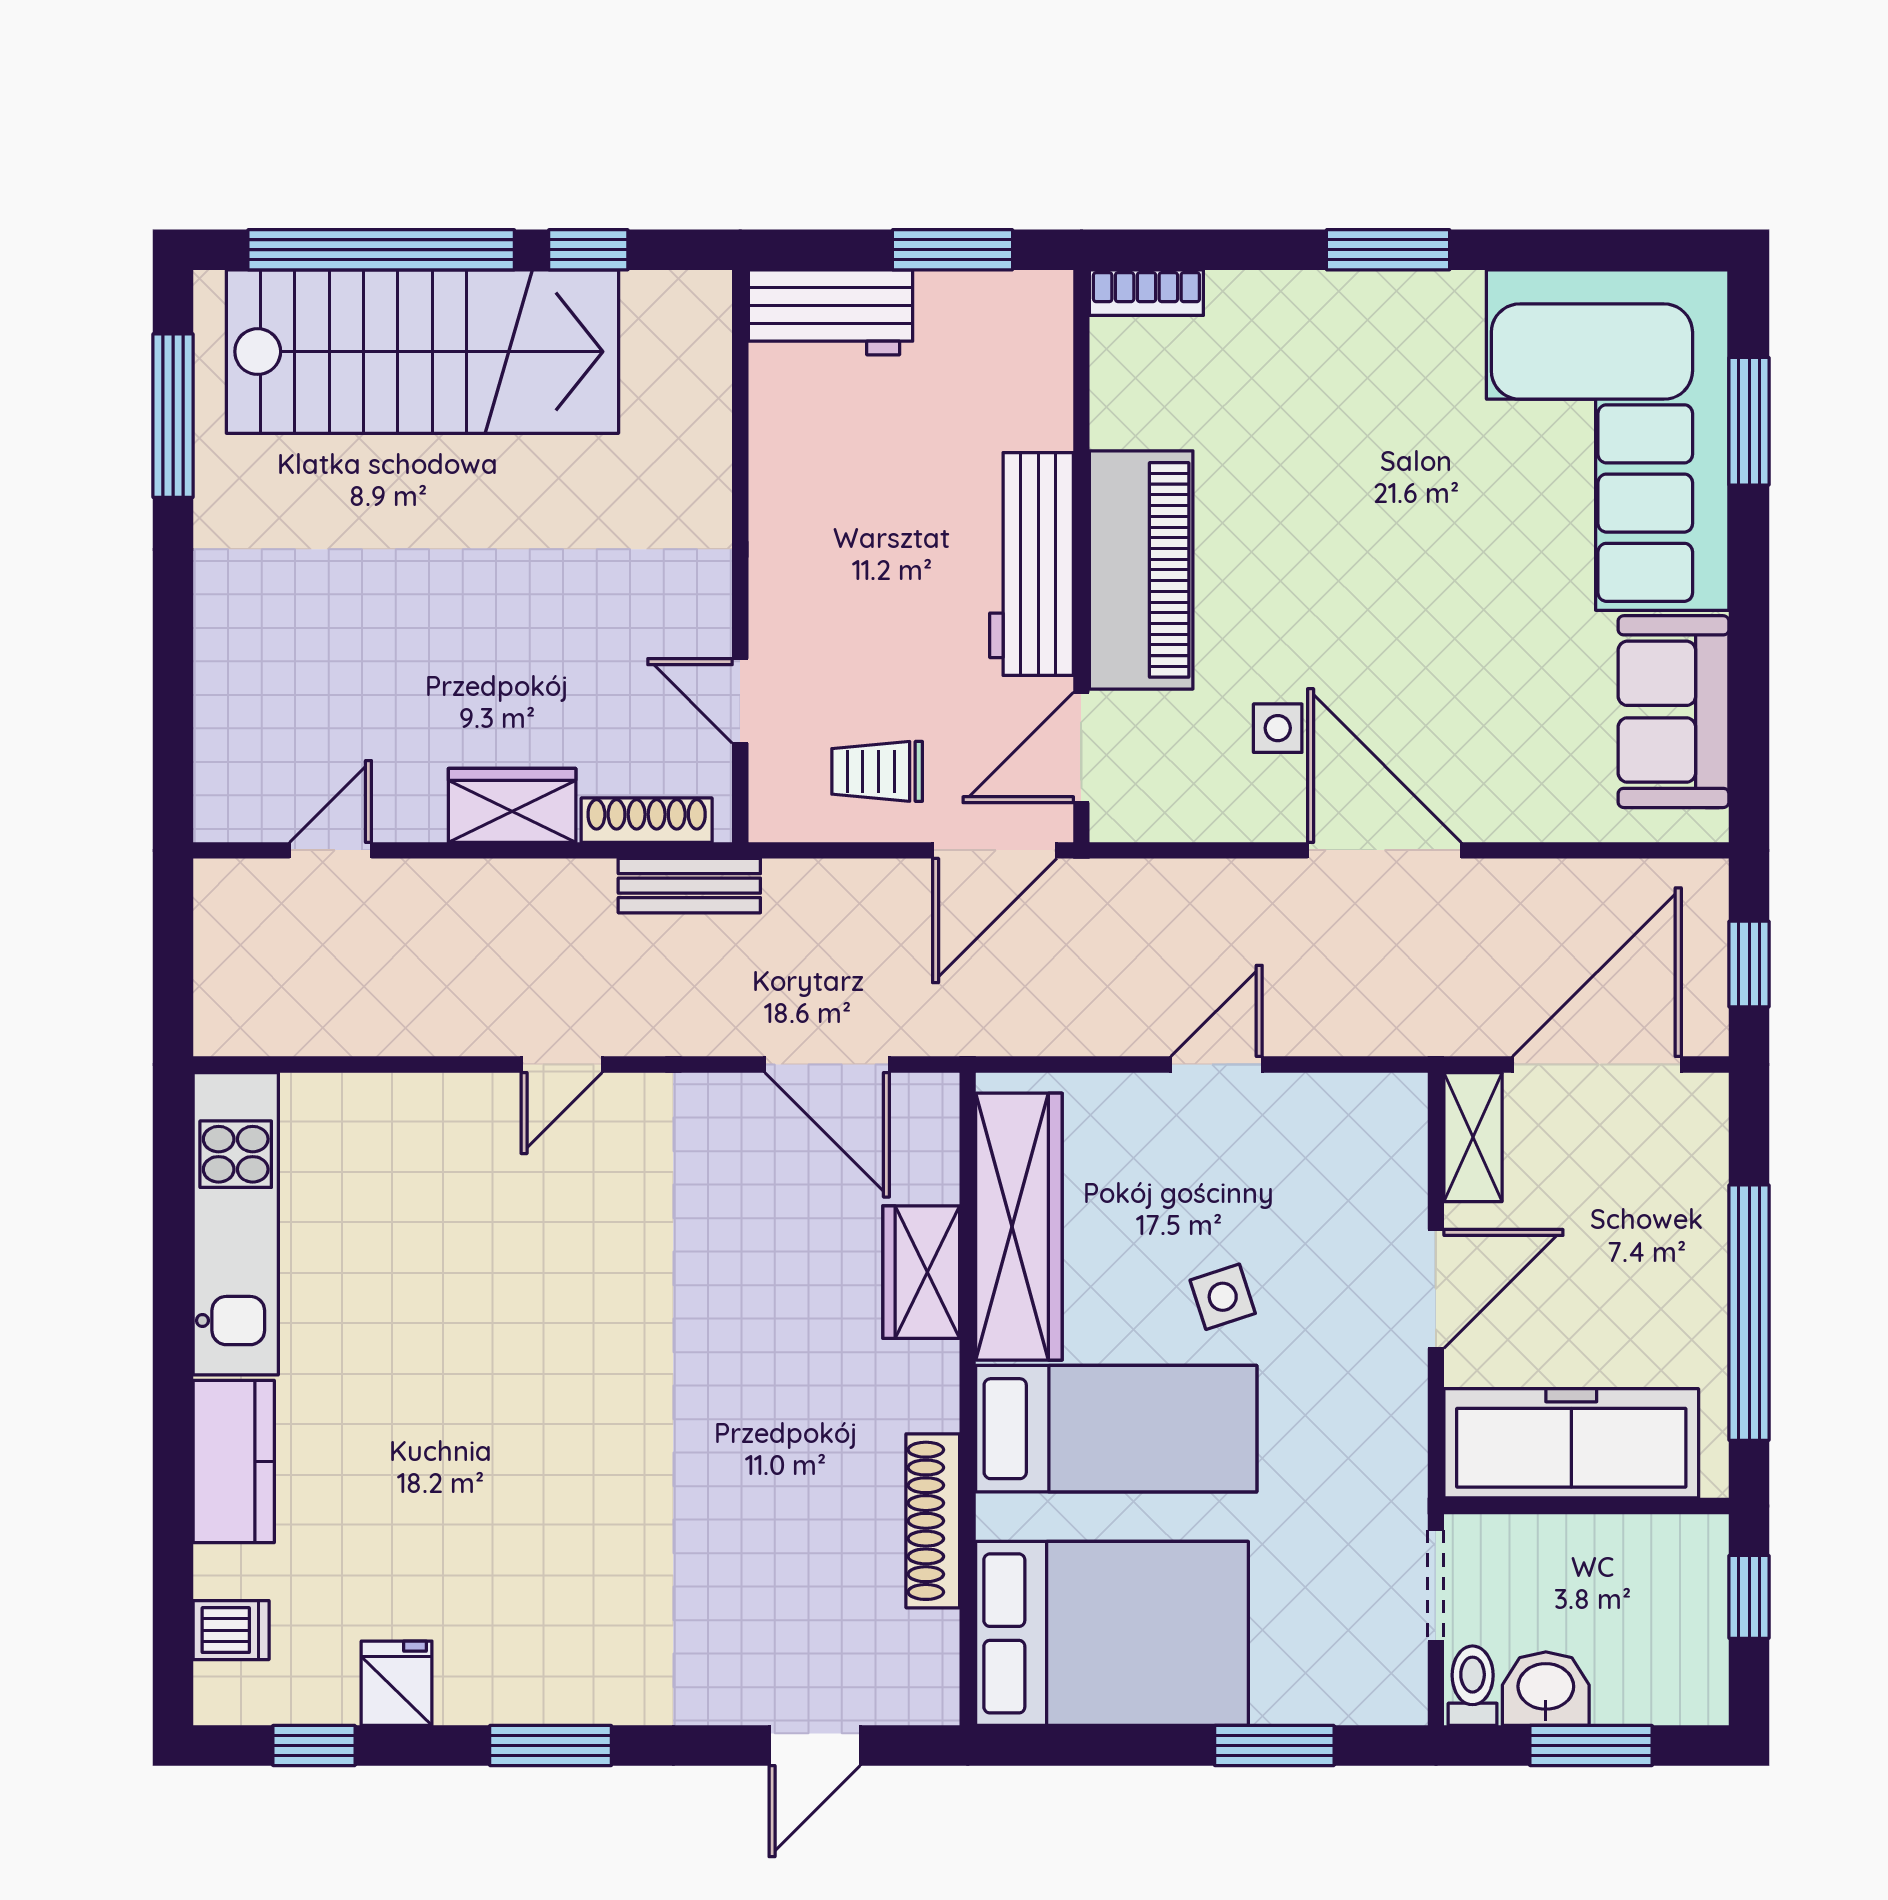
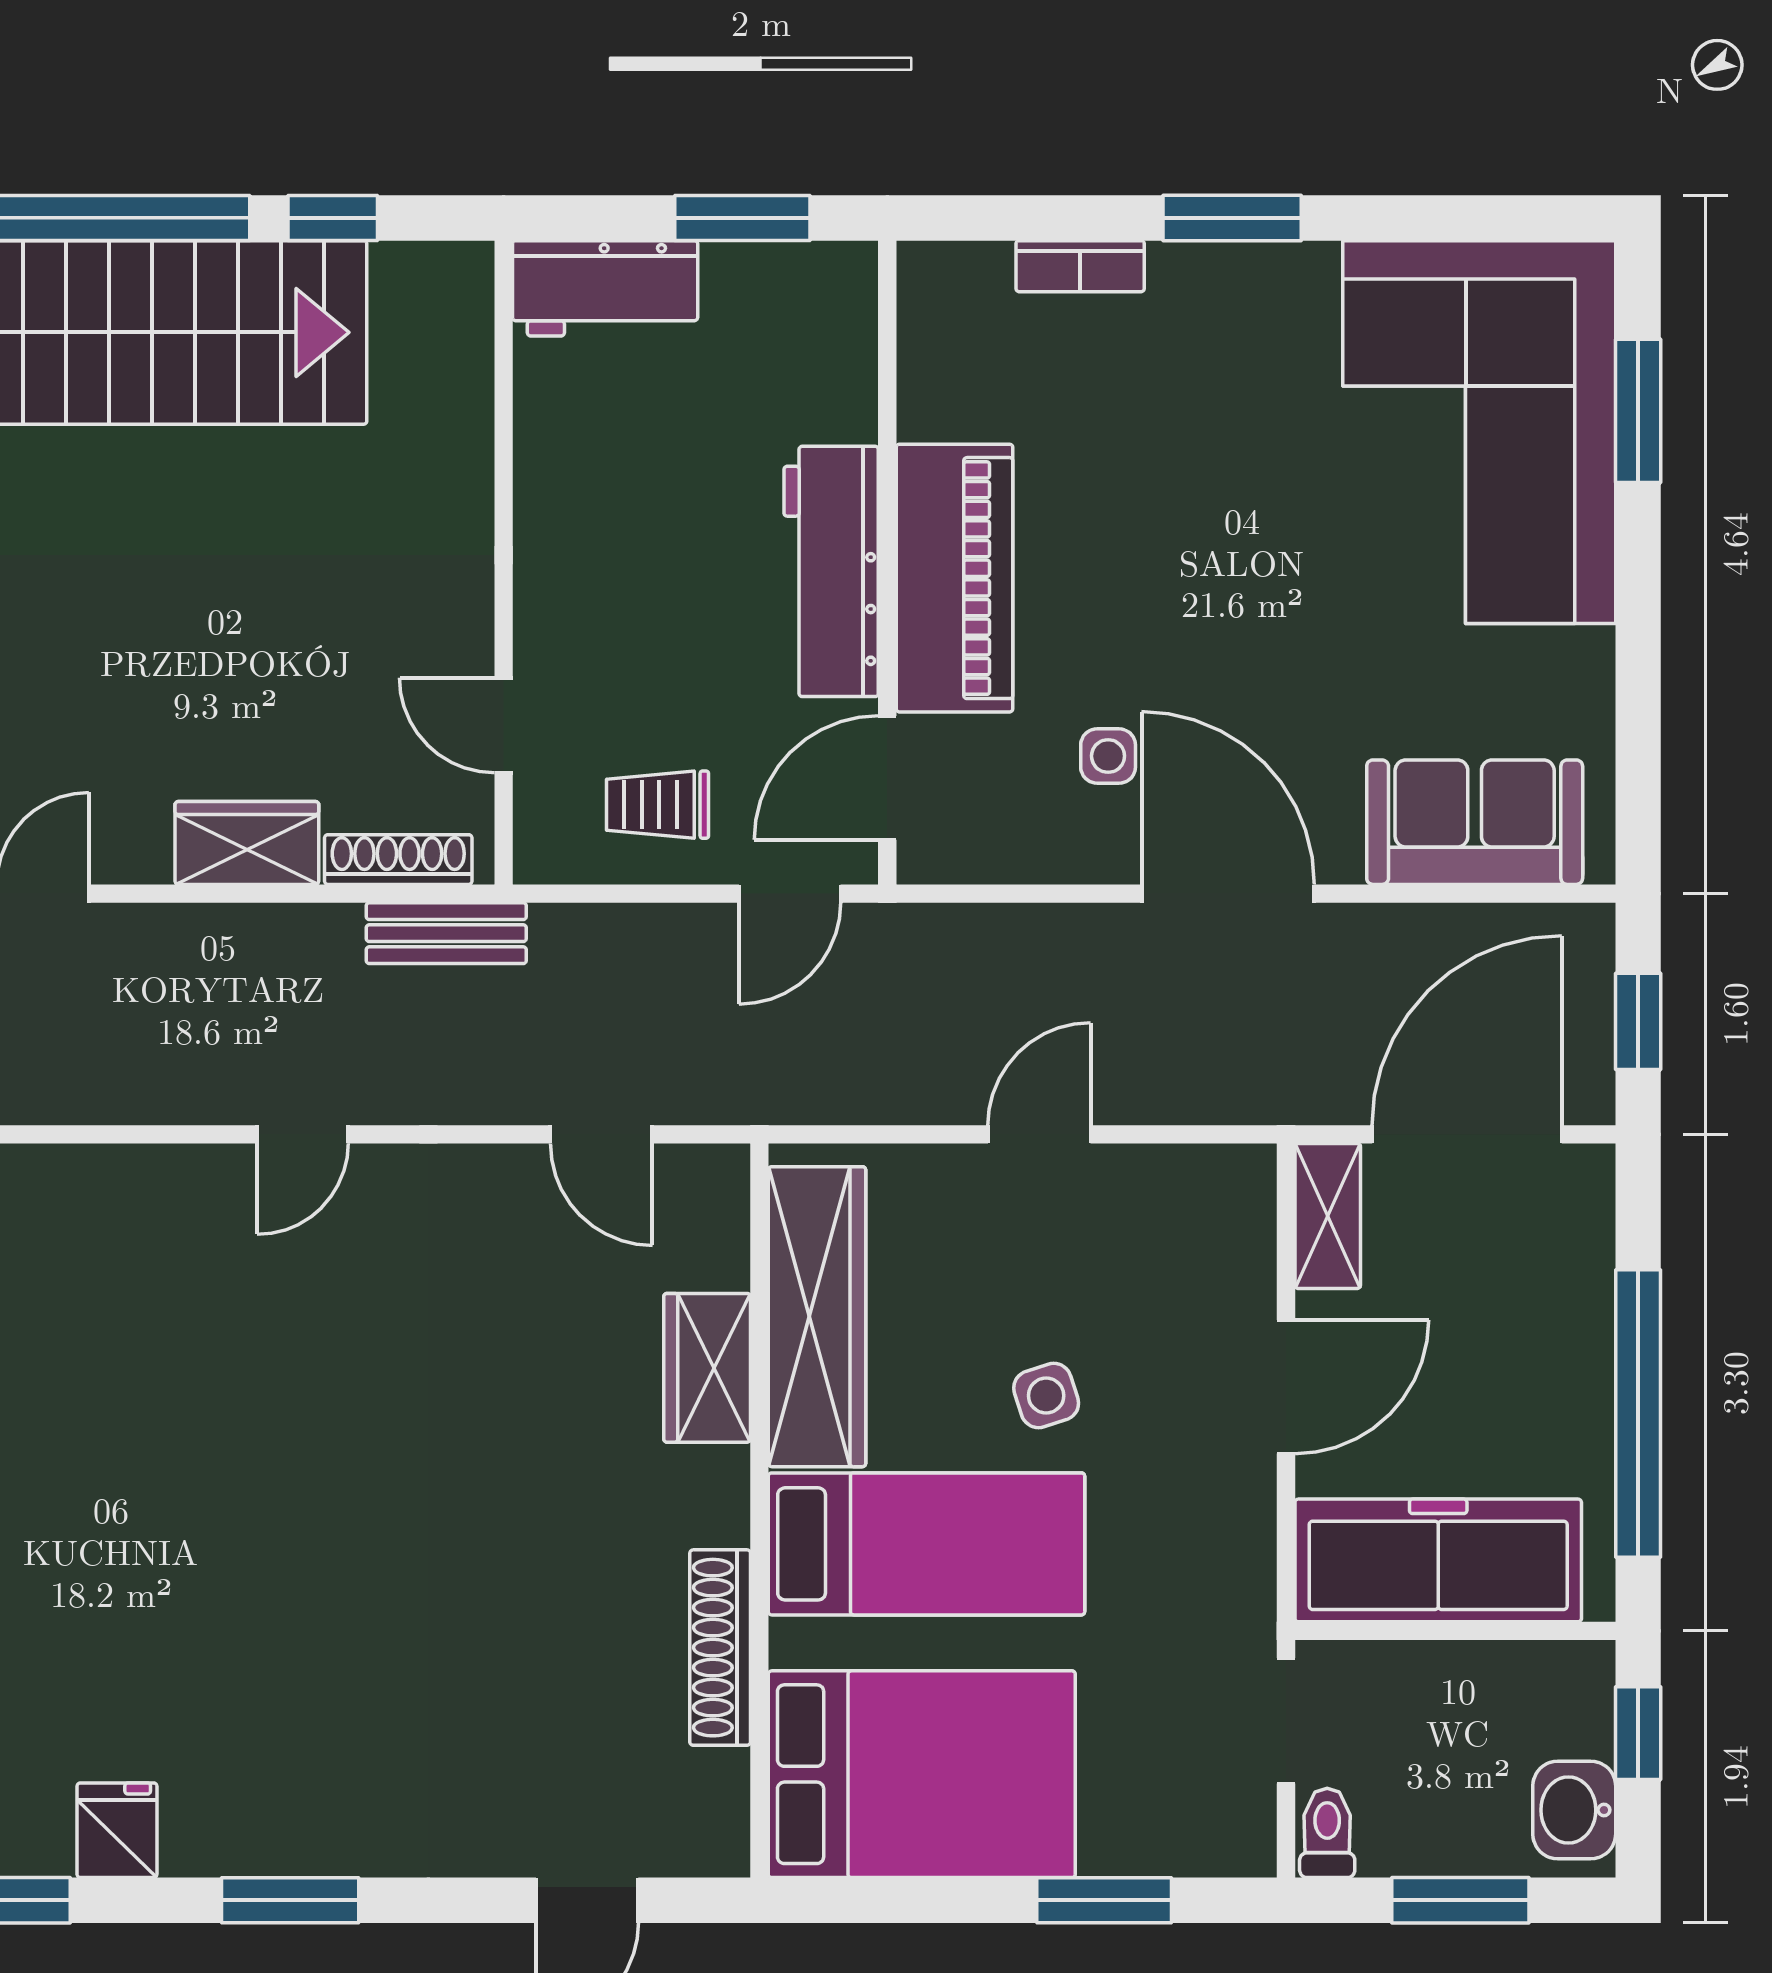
bookcase: (1146, 293) -> (1080, 266), moved
sofa: (1673, 712) -> (1475, 822), moved, turned 90
door: (995, 850) -> (790, 894), width x0.73
door: (827, 1065) -> (601, 1134), width x0.73
washbasin: (1546, 1689) -> (1574, 1810), moved, turned -90

